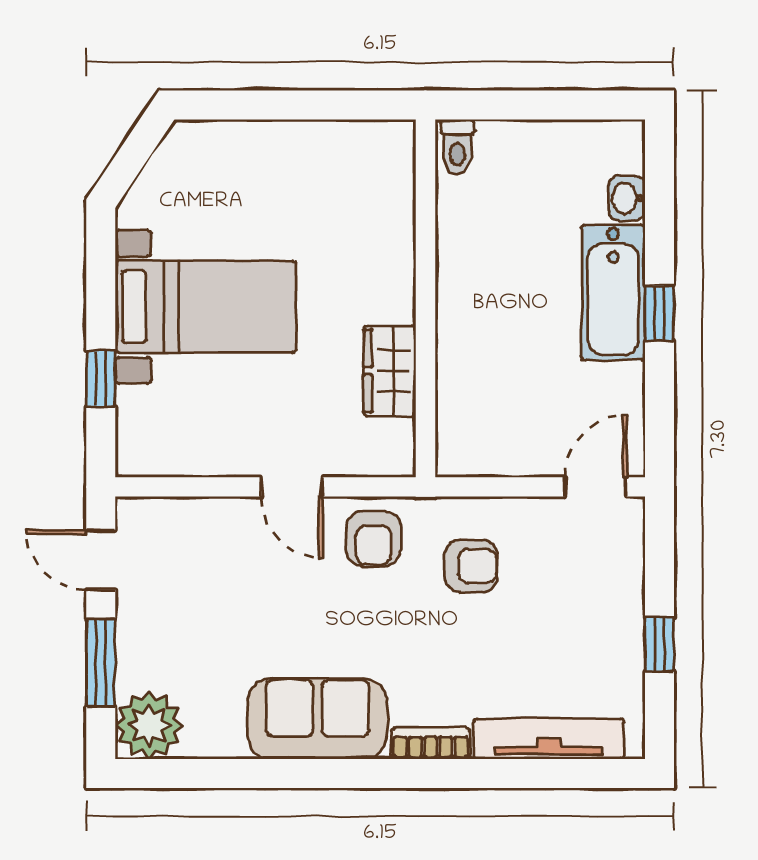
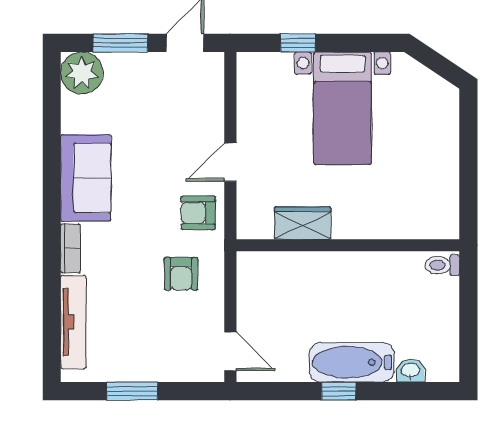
window: (659, 644) -> (132, 391), width x1.50

